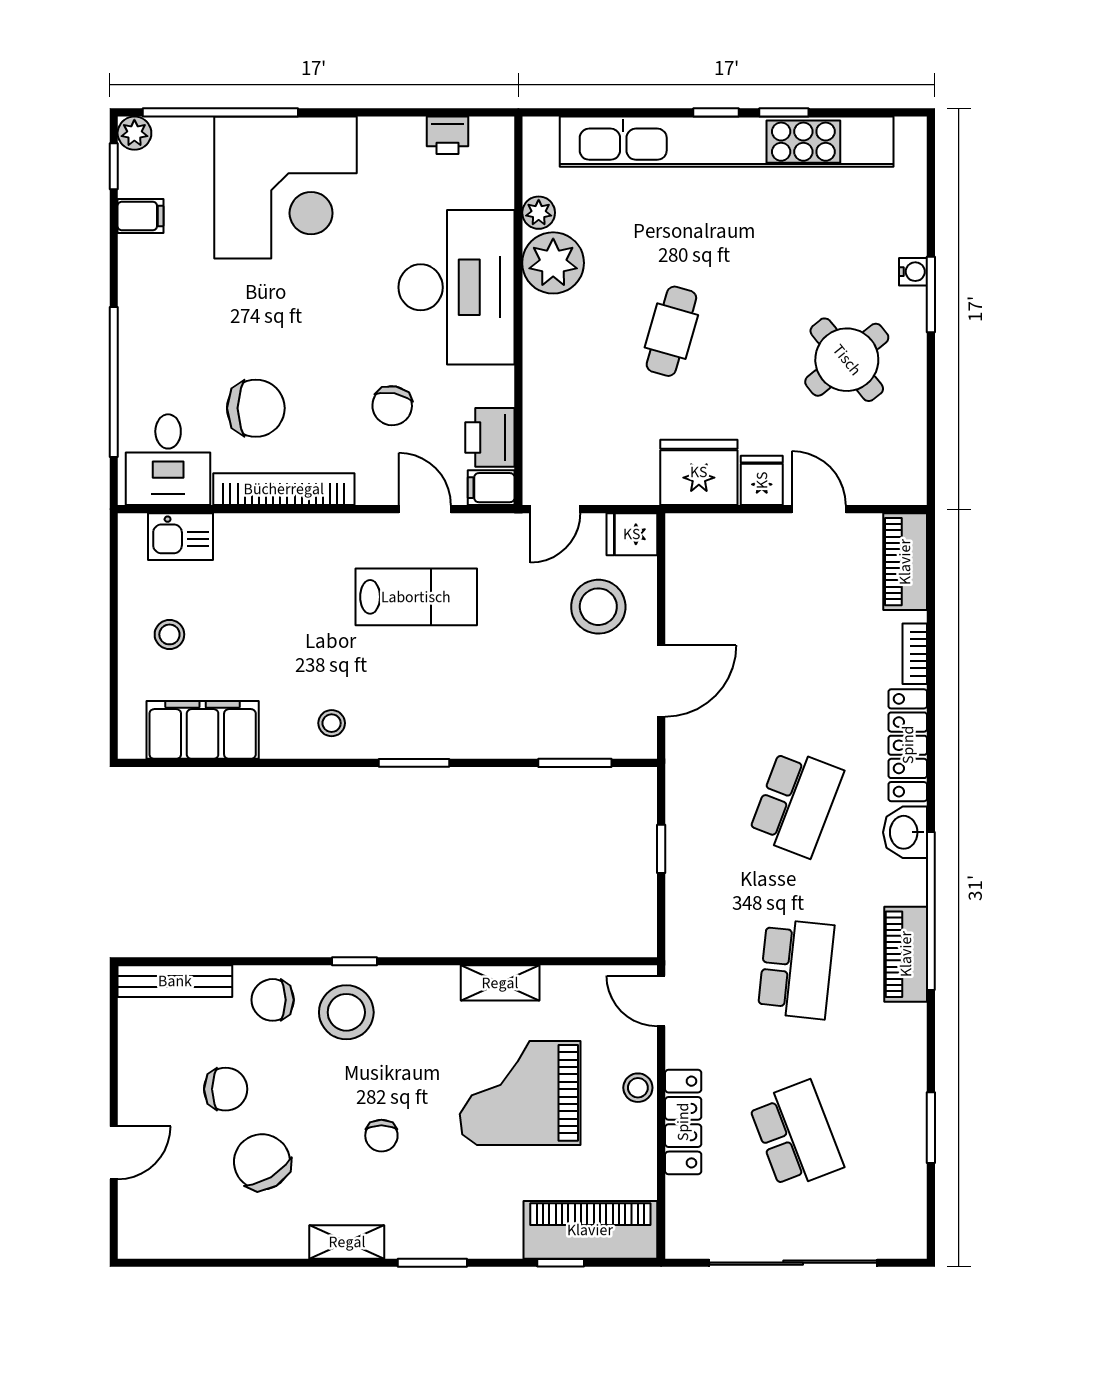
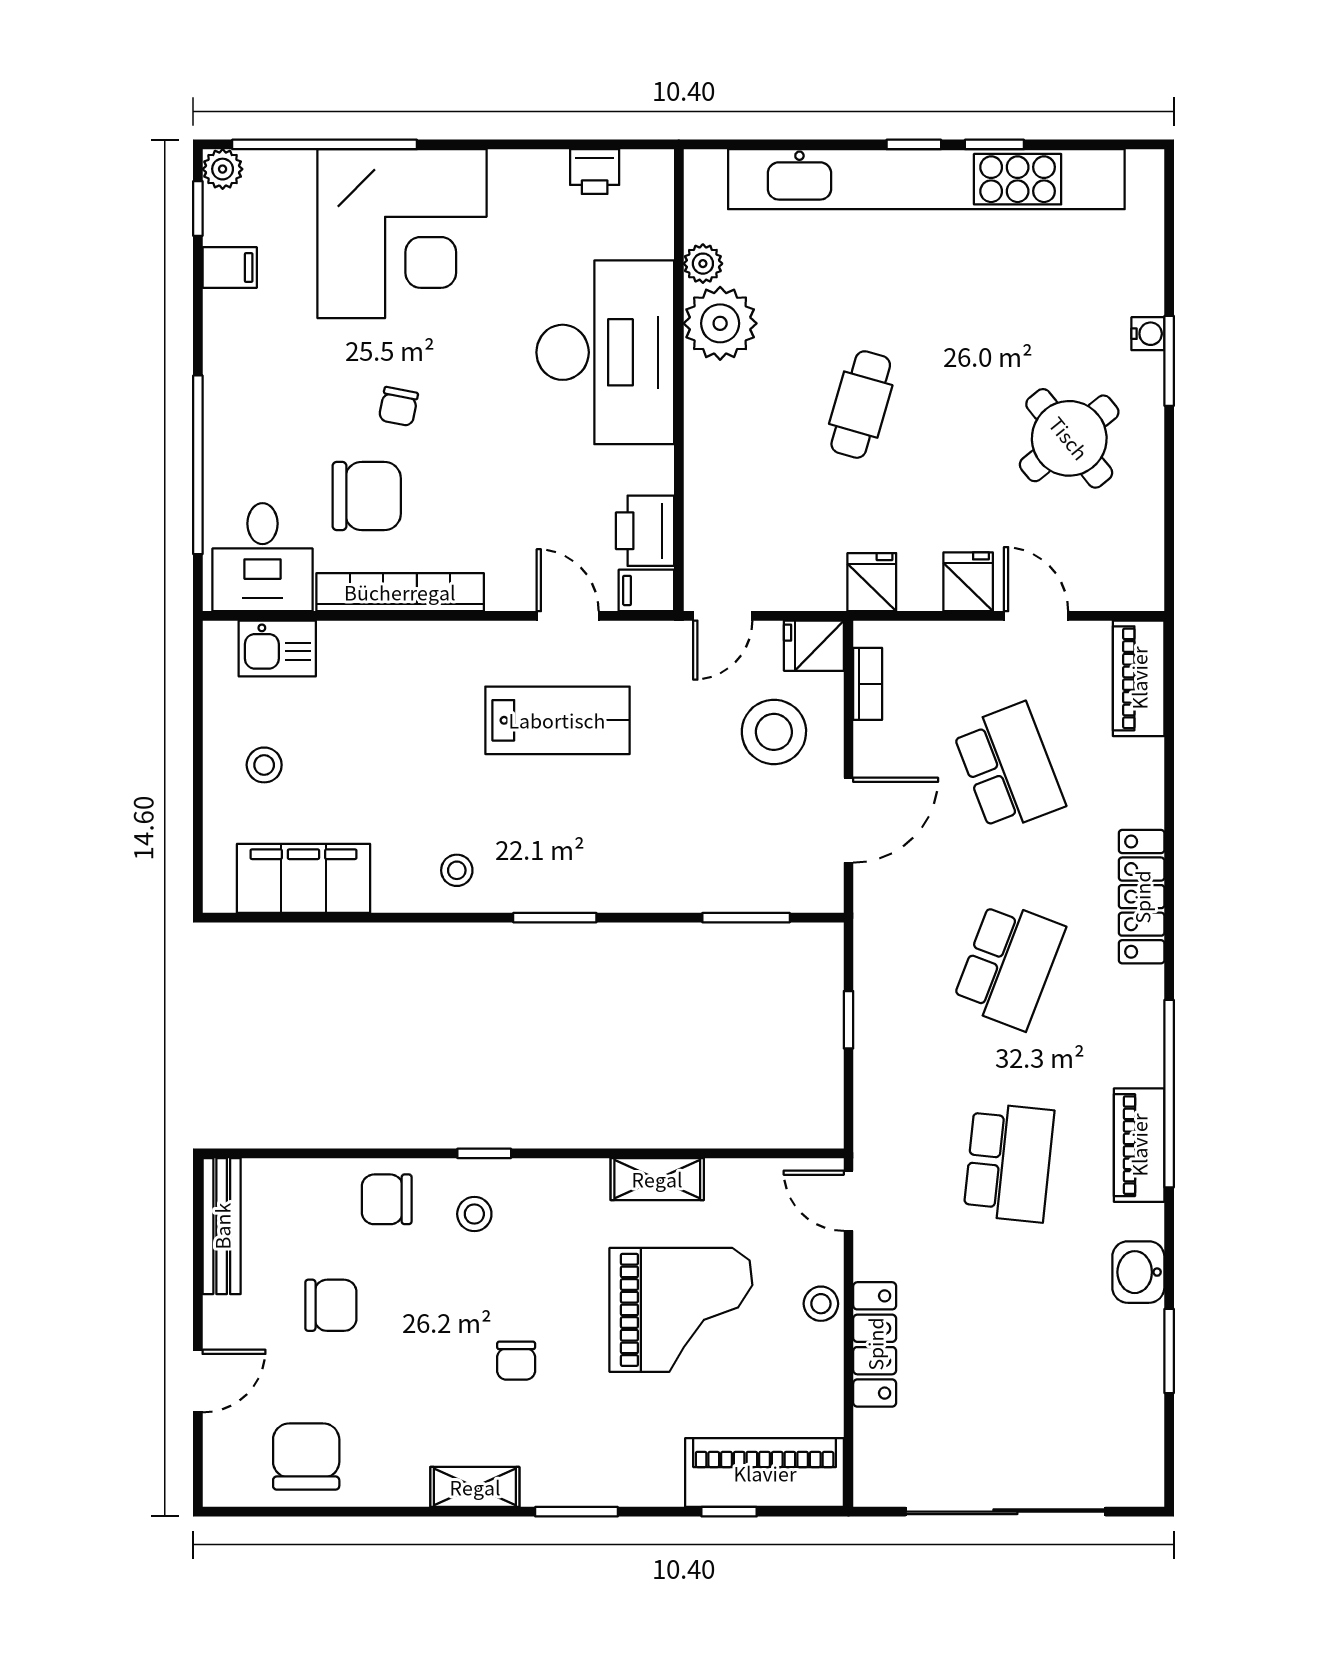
chair: (392, 406) -> (398, 407), moved, width x0.73, depth x0.73
fridge: (699, 472) -> (872, 582), width x0.53, depth x0.75
bookcase: (915, 654) -> (868, 684), moved, turned 180
washbasin: (905, 832) -> (1138, 1272), moved
bench: (175, 981) -> (222, 1226), moved, turned 90
stool: (346, 1012) -> (474, 1214), width x0.53, depth x0.53
grand piano: (520, 1093) -> (681, 1310), turned 180
school desk: (796, 1135) -> (1009, 768), moved
chair: (262, 1162) -> (306, 1457), moved, turned 31

